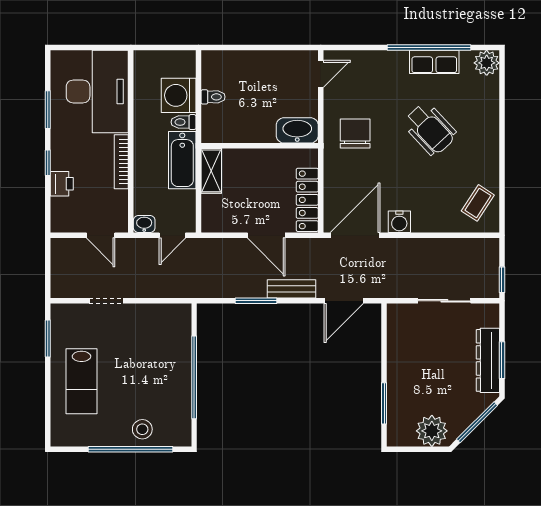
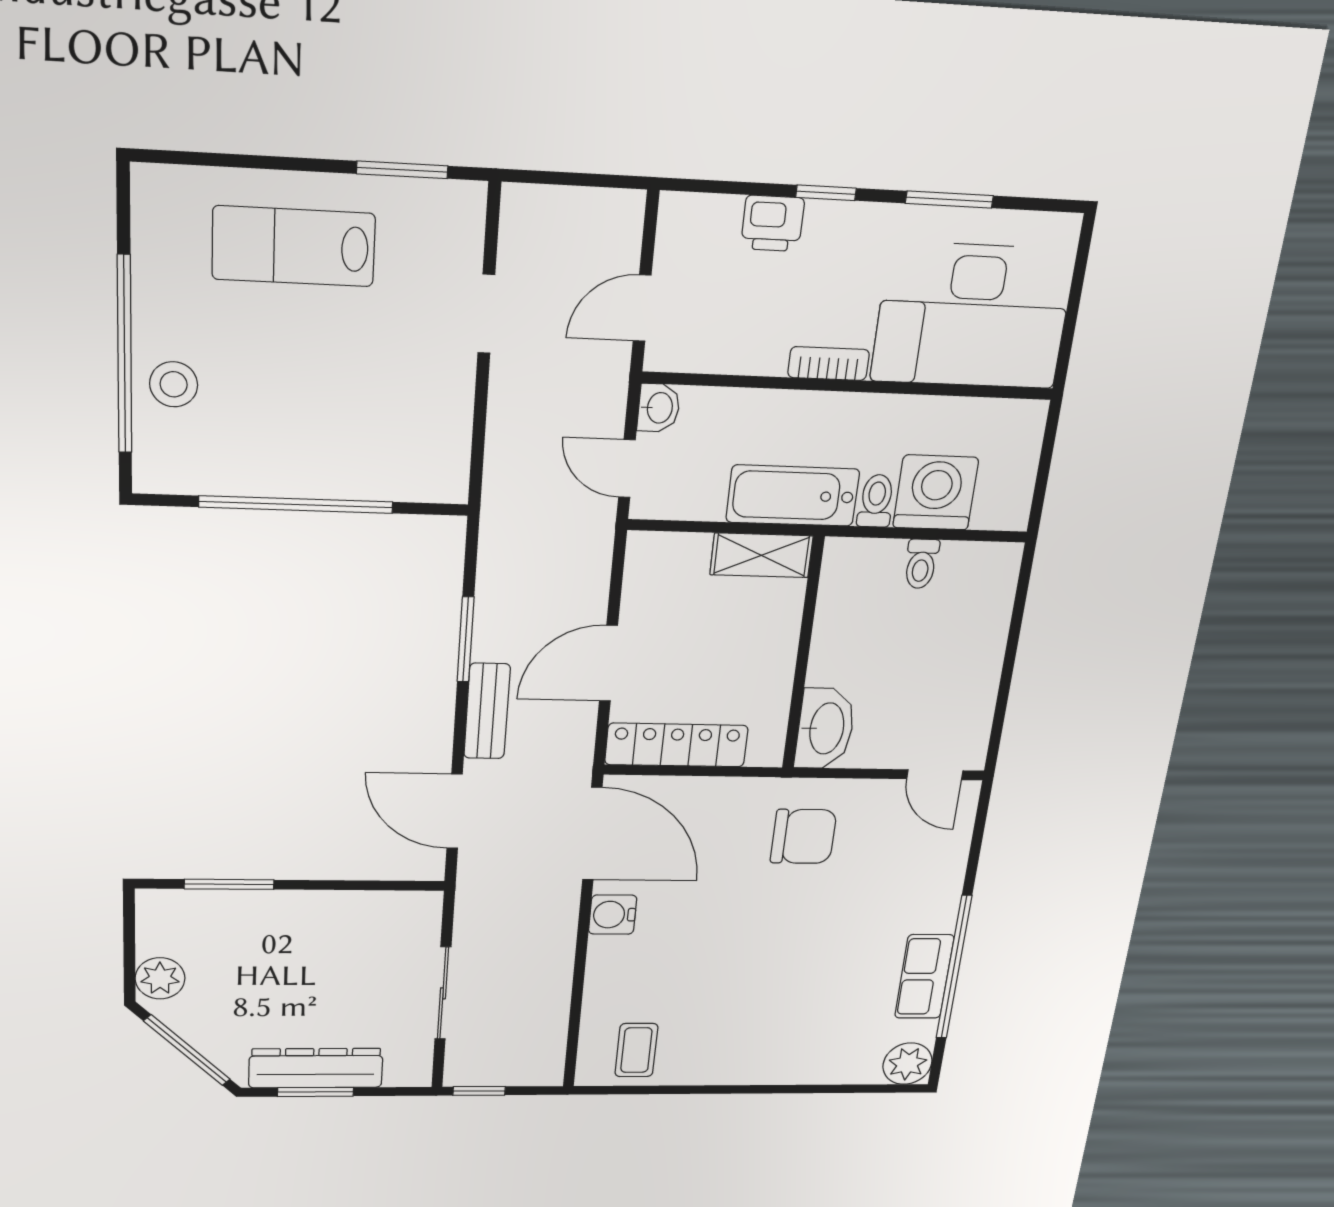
wheelchair: (430, 129) -> (794, 969), removed
bookcase: (121, 162) -> (829, 364), width x0.64
coffee table: (478, 203) -> (636, 1050), turned 57
plant: (432, 431) -> (160, 978), width x0.73, depth x0.73

